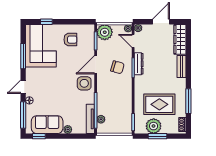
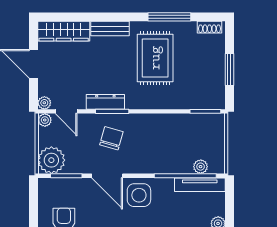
door: (133, 41) -> (66, 111), hinge flipped
rug: (159, 104) -> (155, 58), moved
plant: (154, 126) -> (212, 76), removed

